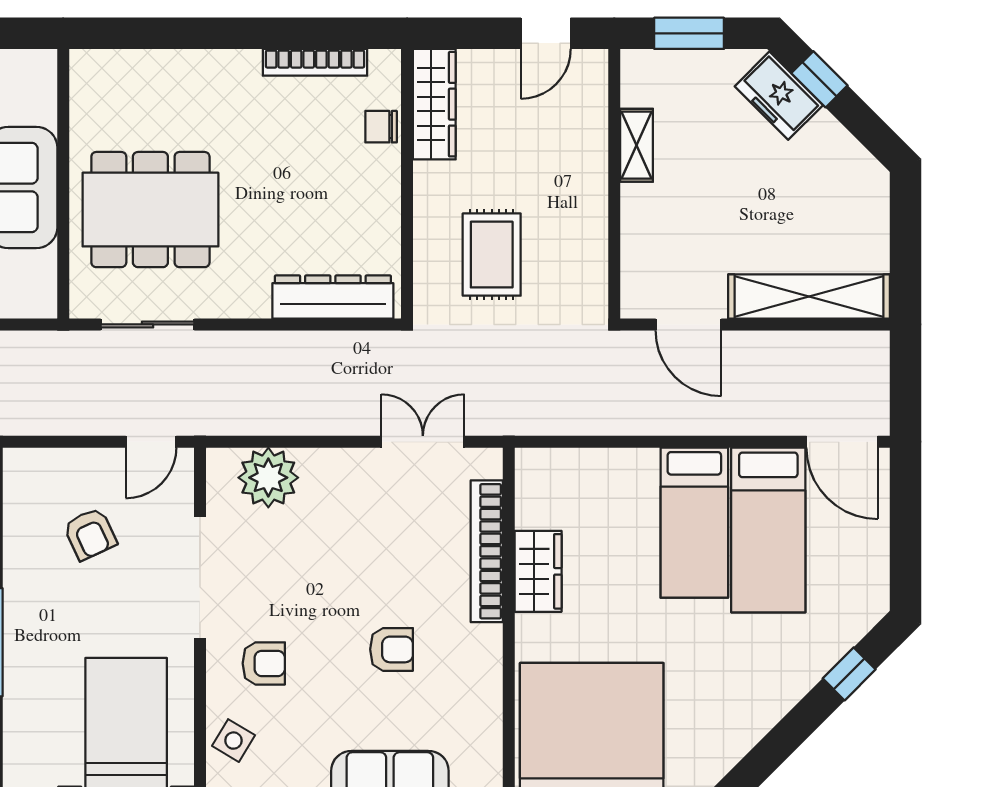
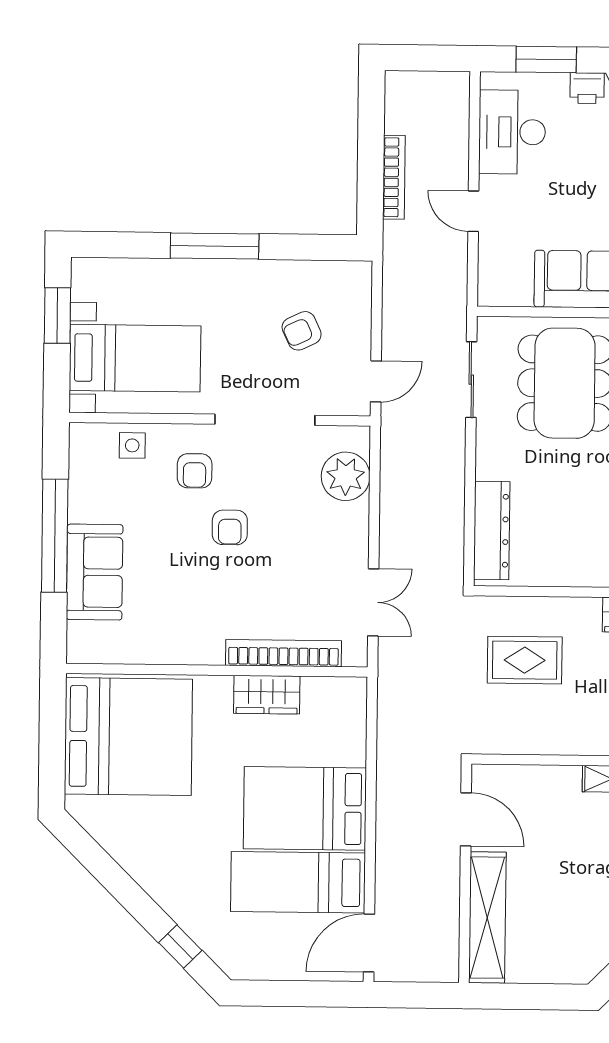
door: (688, 324) -> (466, 819), swing flipped
door: (151, 442) -> (376, 381), swing flipped
bed: (694, 523) -> (305, 808), width x1.50
armchair: (392, 649) -> (230, 527), moved
side table: (233, 741) -> (132, 445), turned -31

